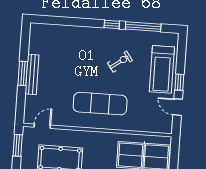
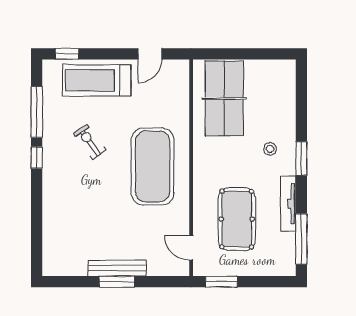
treadmill: (162, 69) -> (97, 80), turned 180
window: (179, 82) -> (67, 54), moved
exercise mat: (100, 104) -> (153, 166), width x1.47

